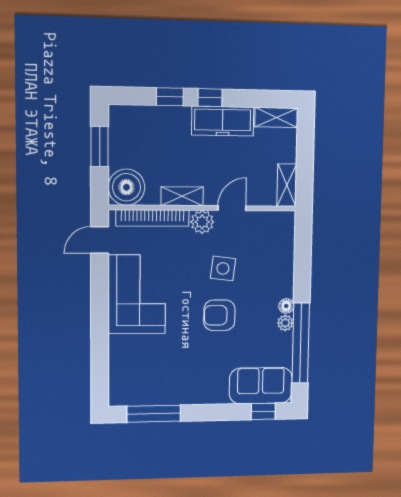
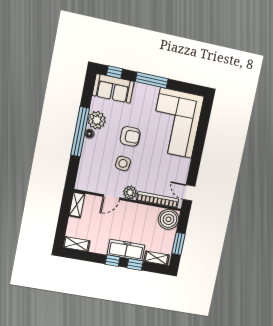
freezer: (223, 121) -> (126, 250), moved
shelving: (182, 196) -> (157, 258), moved
door: (100, 240) -> (189, 193), swing flipped
corner sofa: (137, 294) -> (176, 123), moved, width x1.36, depth x1.36
plant: (285, 323) -> (97, 120), width x1.88, depth x1.88
window: (301, 343) -> (80, 132), moved
window: (154, 414) -> (152, 80), moved

